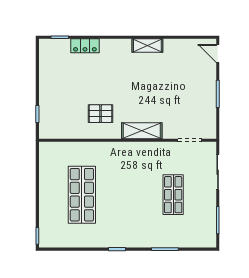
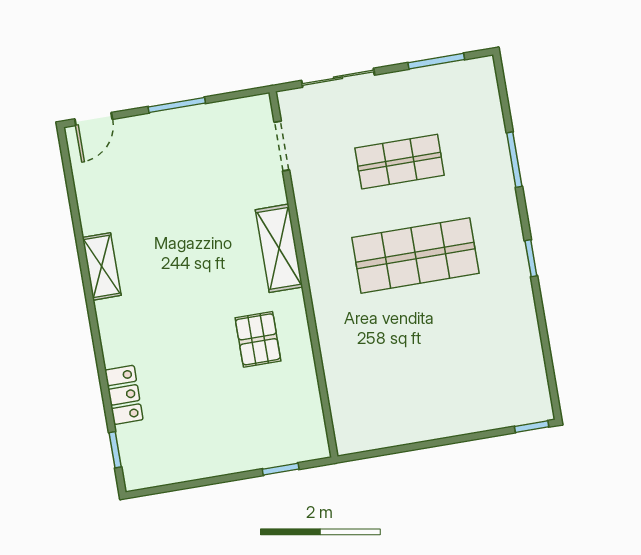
shop shelf: (82, 195) -> (415, 255), moved

